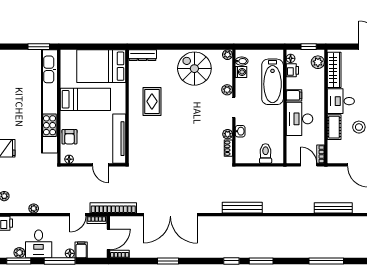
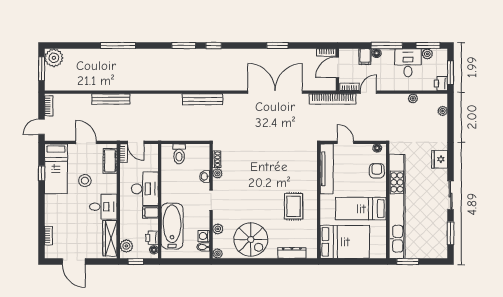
dresser: (142, 55) -> (292, 253), moved
plant: (227, 90) -> (218, 229), moved
cot: (334, 127) -> (110, 161), moved

